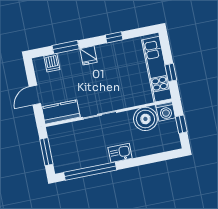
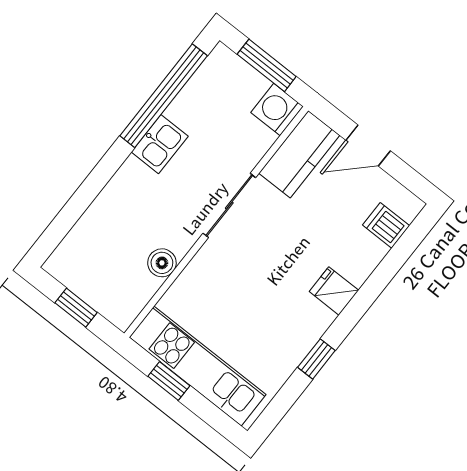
window: (66, 47) -> (385, 272), removed
door: (35, 95) -> (368, 145), swing flipped
washing machine: (166, 111) -> (277, 110), moved
boiler: (145, 119) -> (162, 263), width x0.54, depth x0.54
kitchen sink: (120, 153) -> (160, 144), moved

